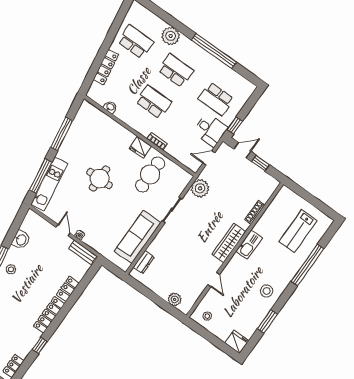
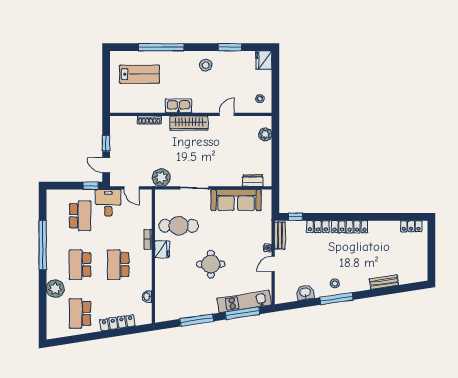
window: (40, 345) -> (295, 217), moved

